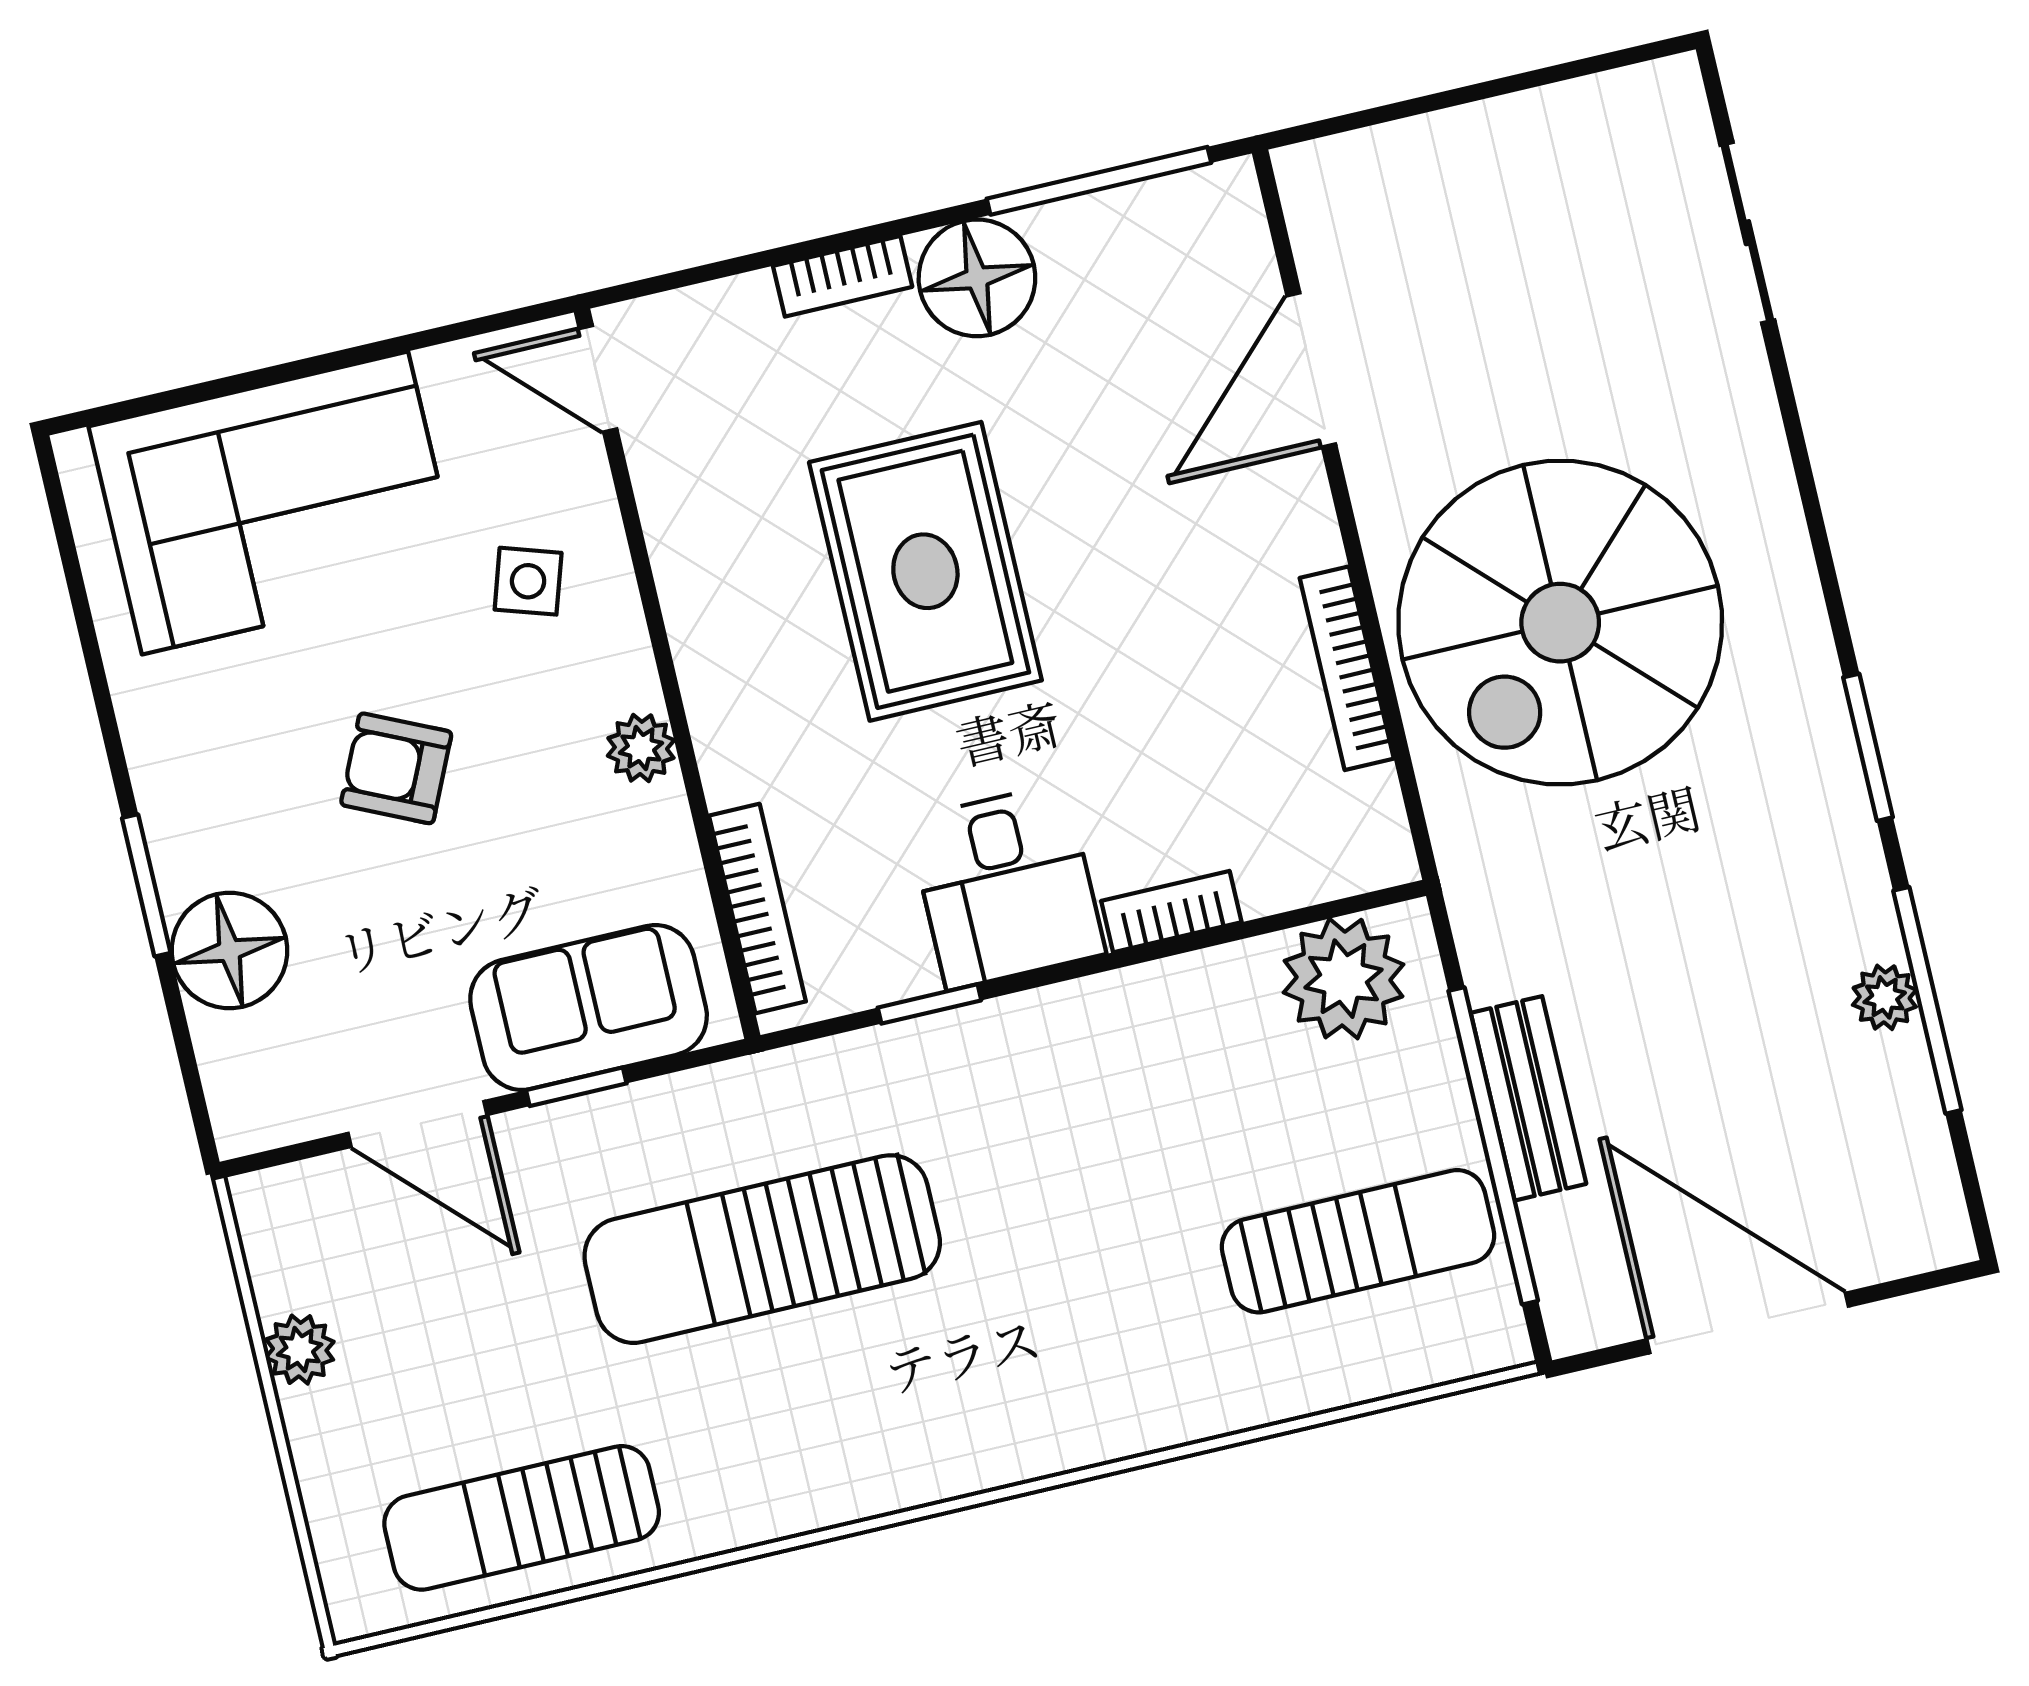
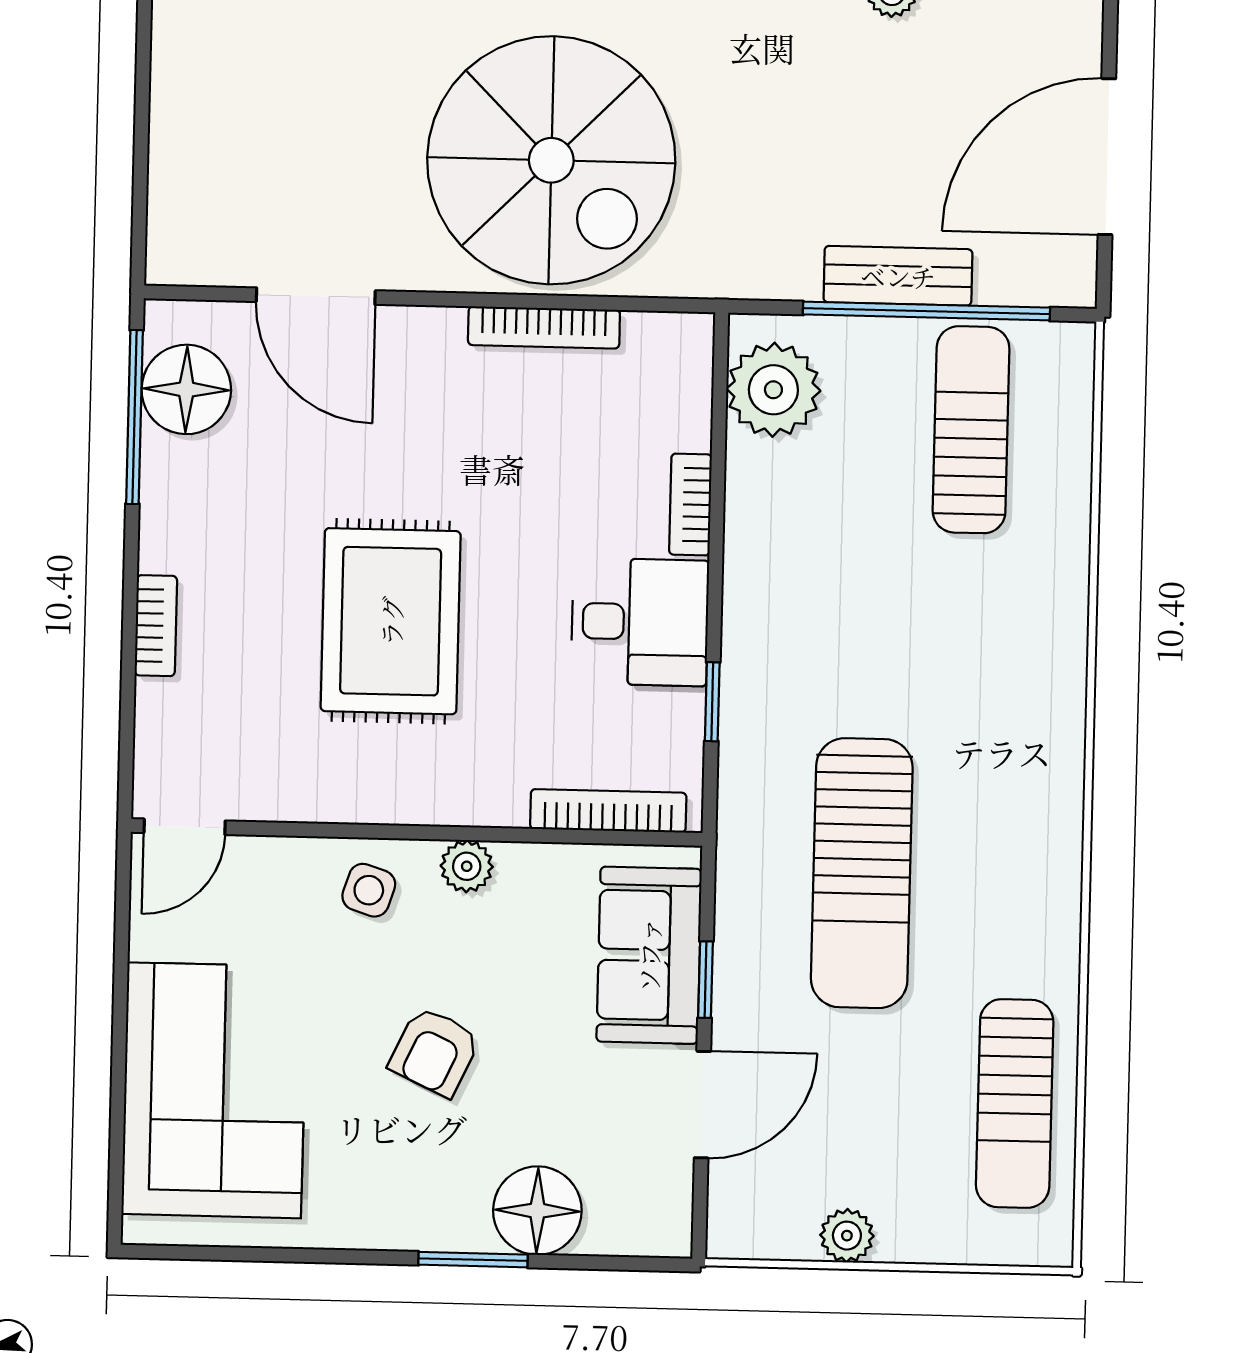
floor lamp: (977, 278) -> (186, 389), moved
rug: (925, 571) -> (391, 621), turned 90
side table: (528, 581) -> (369, 890), moved

